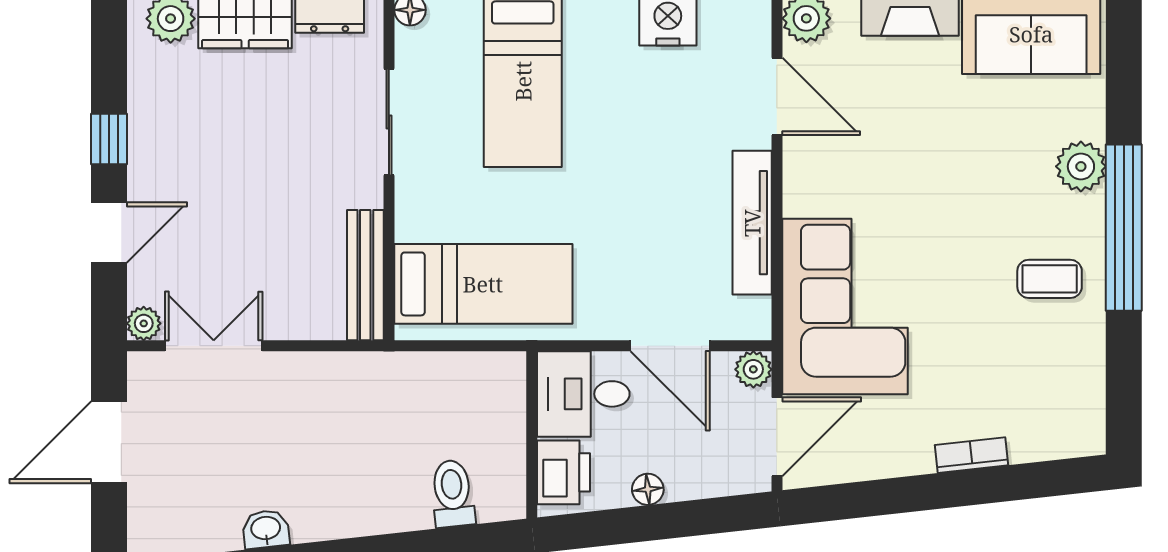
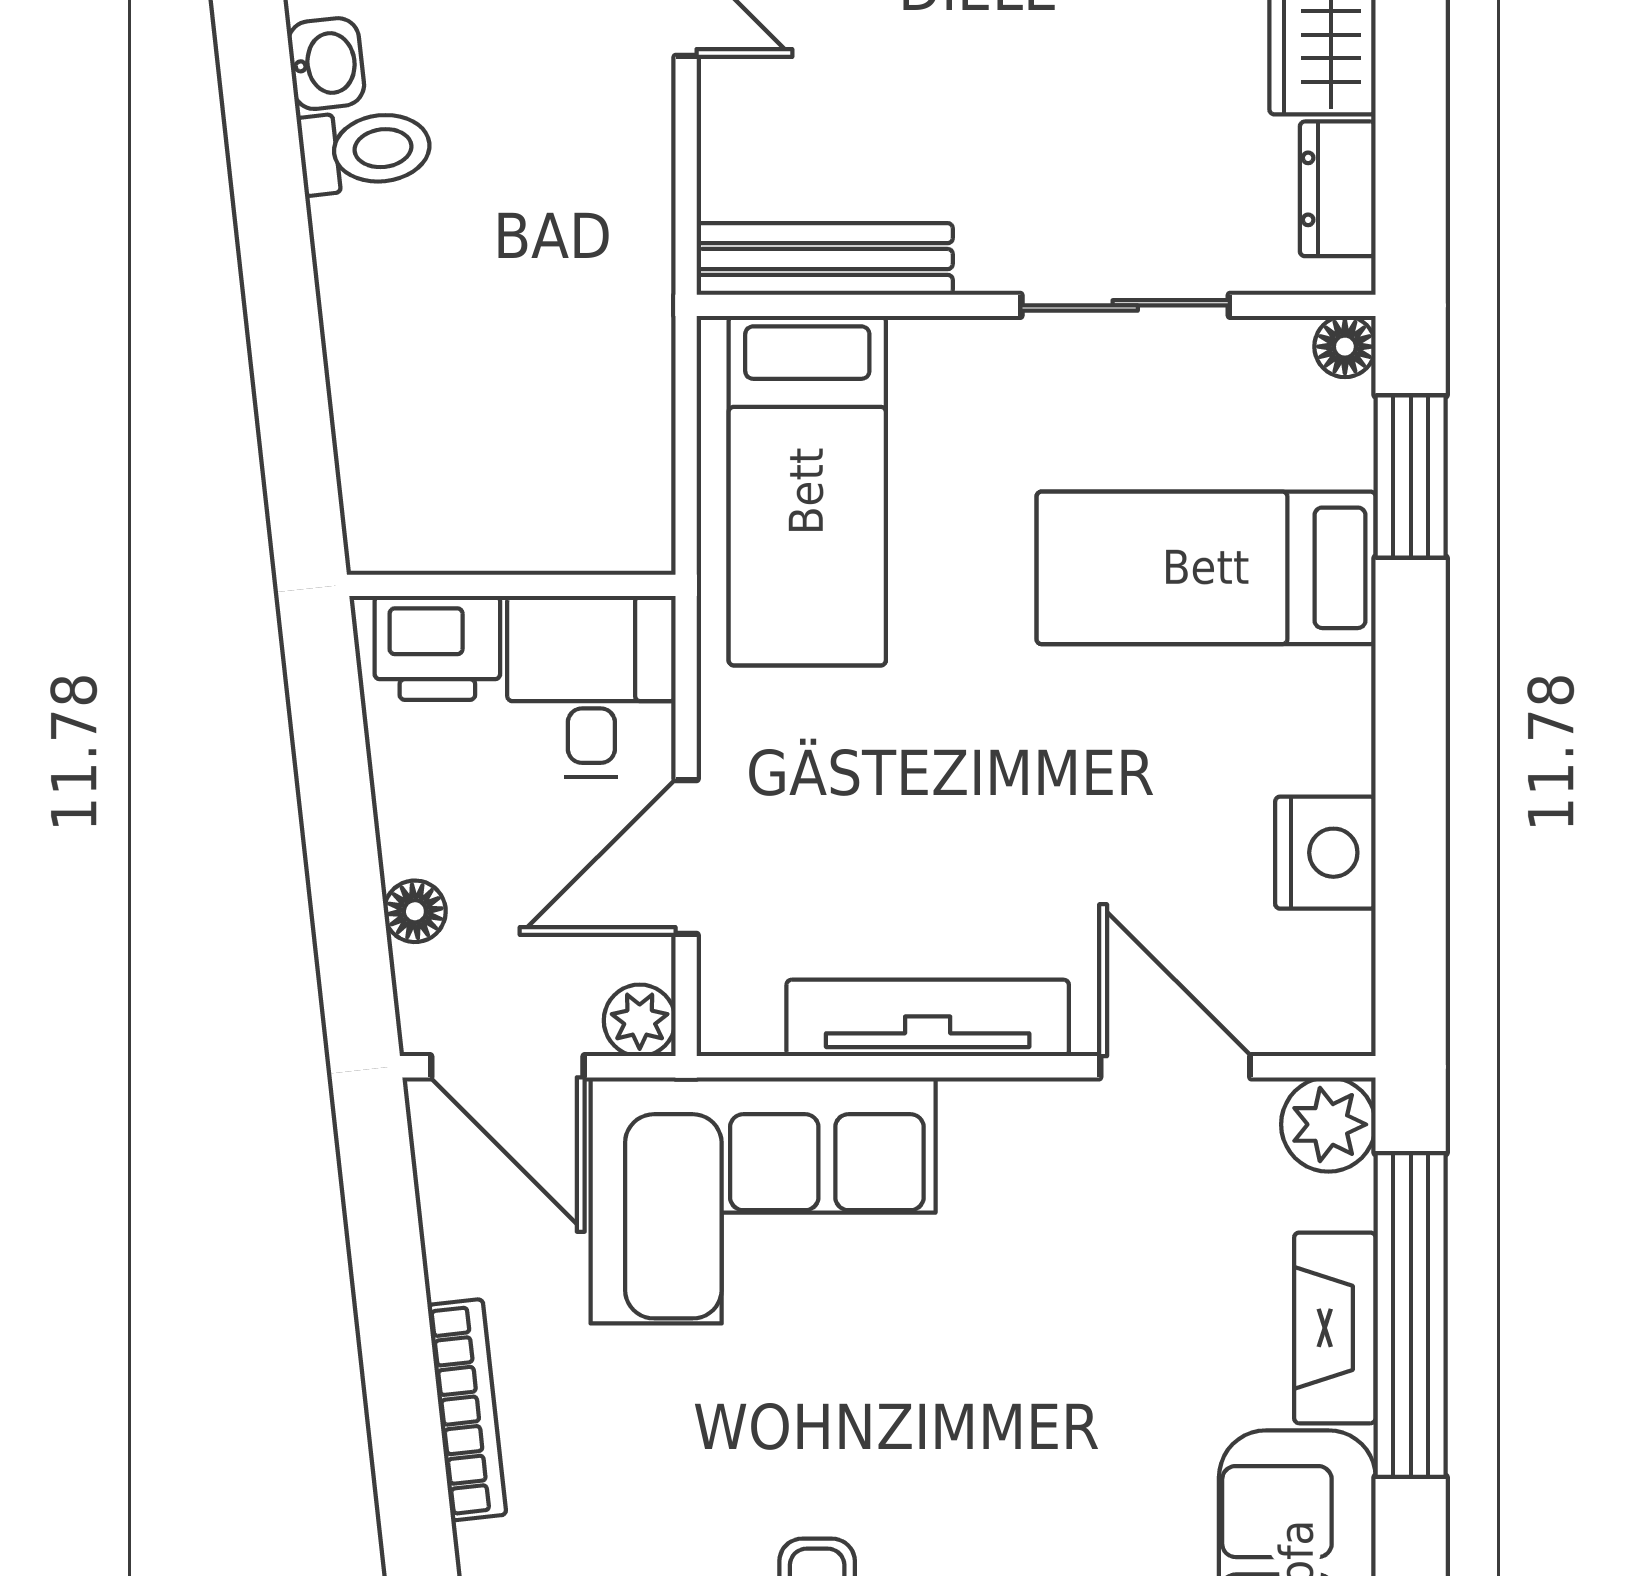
door: (777, 96) -> (1175, 1067), swing flipped
bookcase: (972, 455) -> (467, 1410), width x1.56
floor lamp: (648, 489) -> (415, 911), moved
toilet: (453, 494) -> (365, 150), moved

